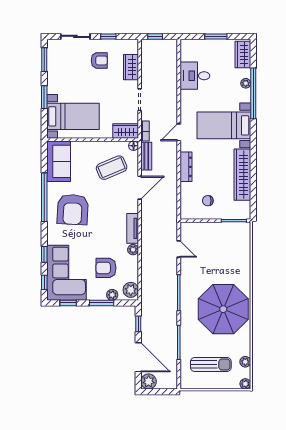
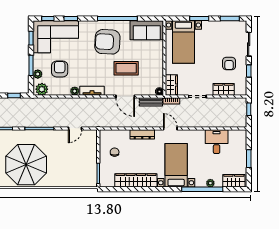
coffee table: (112, 168) -> (126, 68), moved, turned -67

